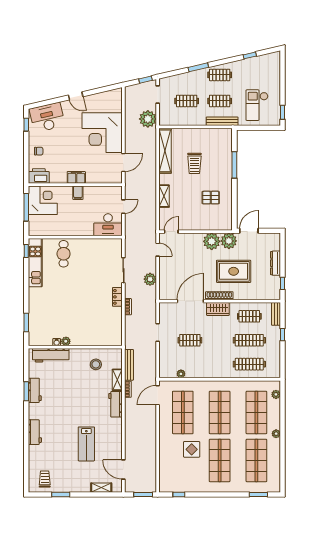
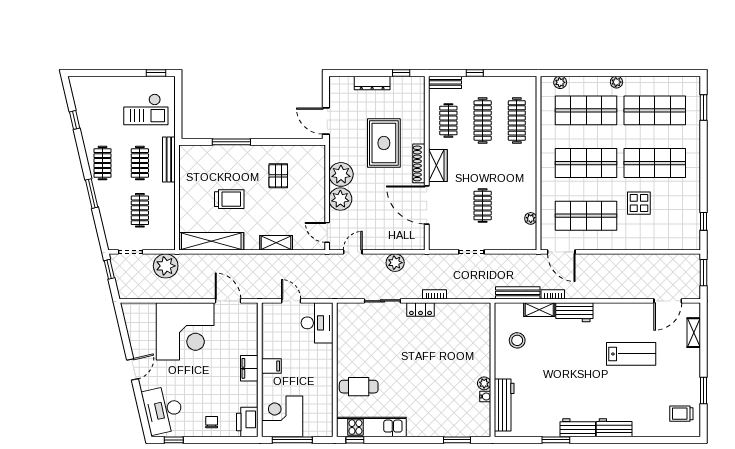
plant: (229, 241) -> (340, 199), moved
workbench: (35, 390) -> (578, 428), moved

